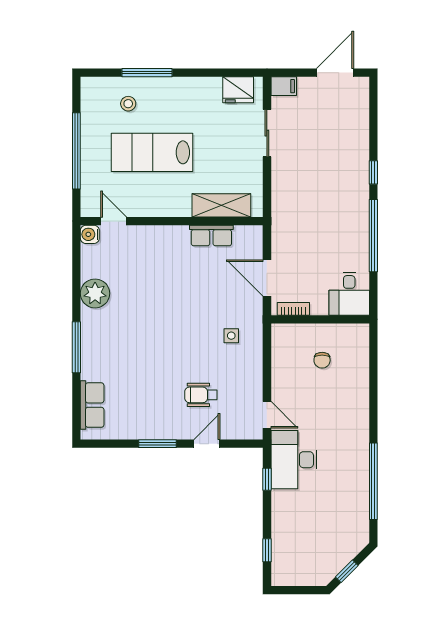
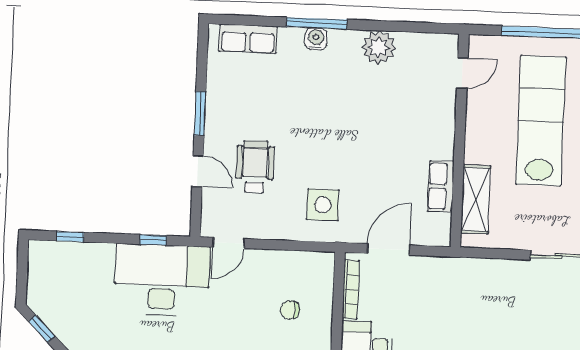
lab bench: (152, 152) -> (541, 121), width x1.36
water cooler: (90, 234) -> (316, 39), moved
bookcase: (293, 309) -> (351, 289), width x1.56
side table: (231, 336) -> (323, 205), width x1.87, depth x1.87
wheelchair: (201, 395) -> (255, 167), width x1.36, depth x1.37
desk: (294, 460) -> (162, 280), width x1.36, depth x1.30

